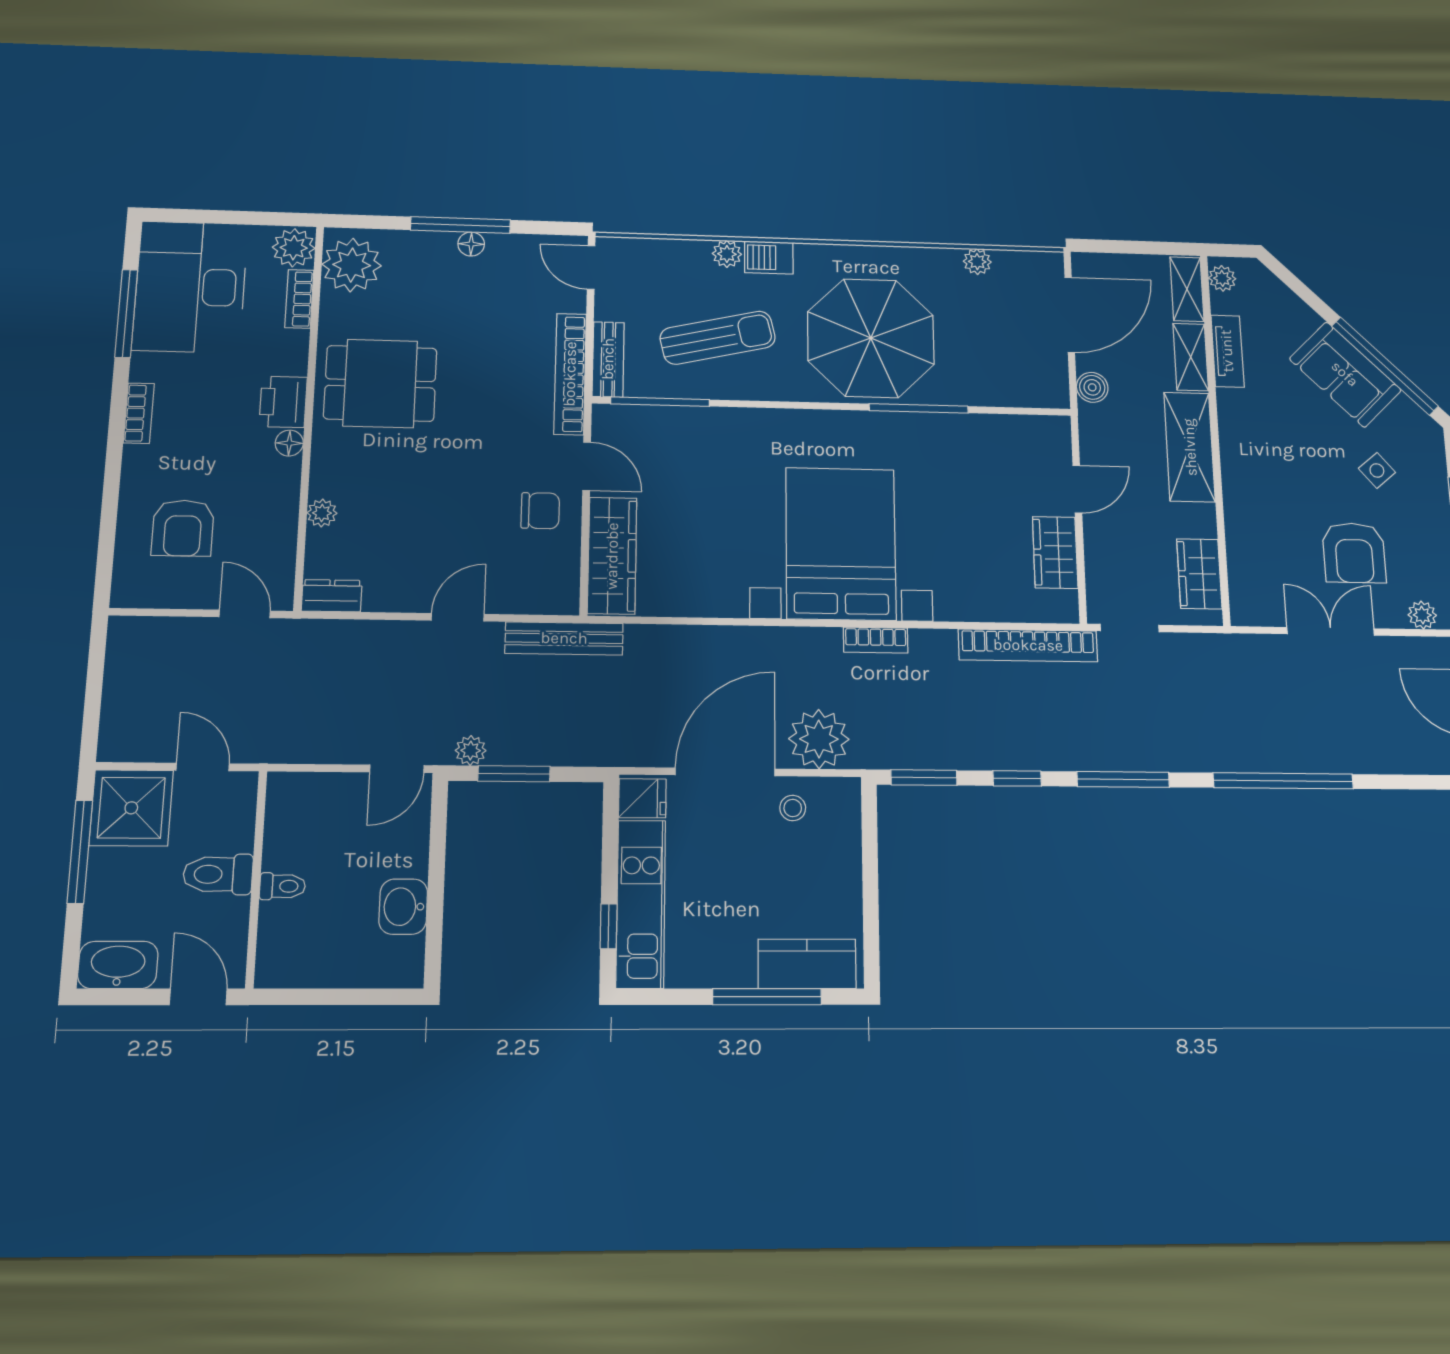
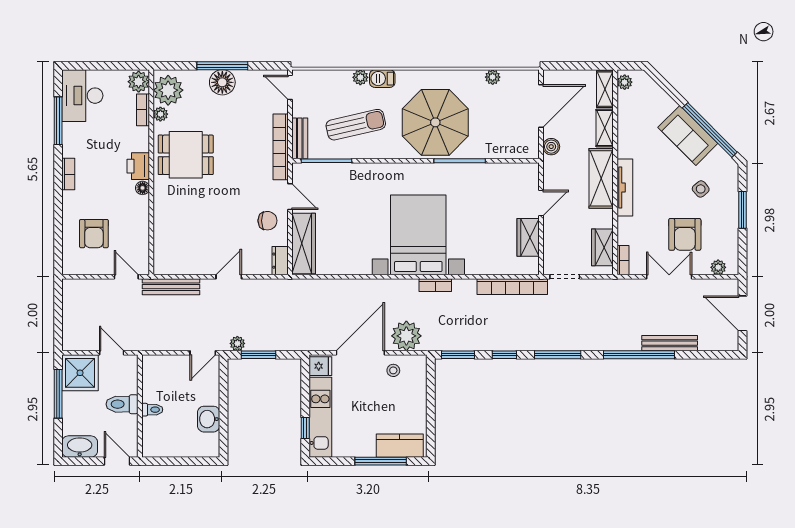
floor lamp: (471, 244) -> (222, 82), width x1.89, depth x1.89
desk: (190, 287) -> (82, 96), width x0.73, depth x0.77
tv unit: (1227, 351) -> (625, 187), moved, width x1.41
plant: (322, 513) -> (160, 114), moved
dresser: (332, 596) -> (280, 261), moved, turned -90
bookcase: (1240, 598) -> (623, 260), added
bench: (564, 638) -> (171, 287), moved
bench: (1341, 759) -> (670, 343), added

